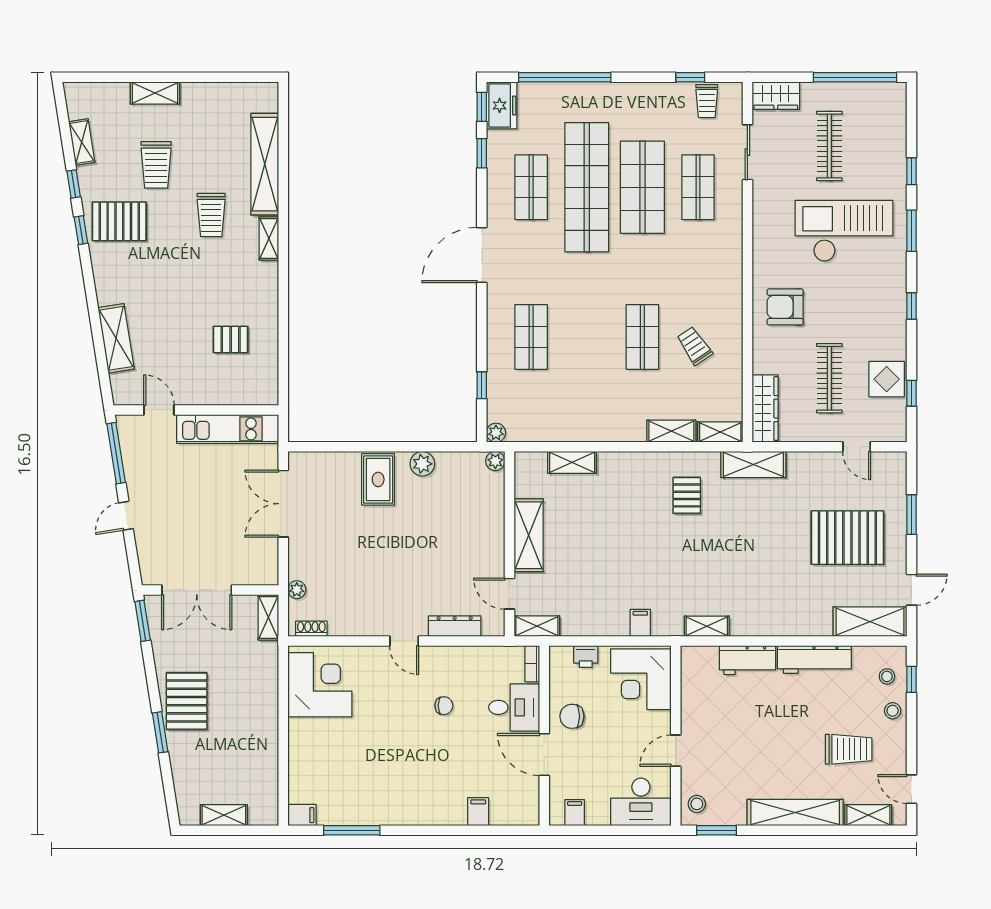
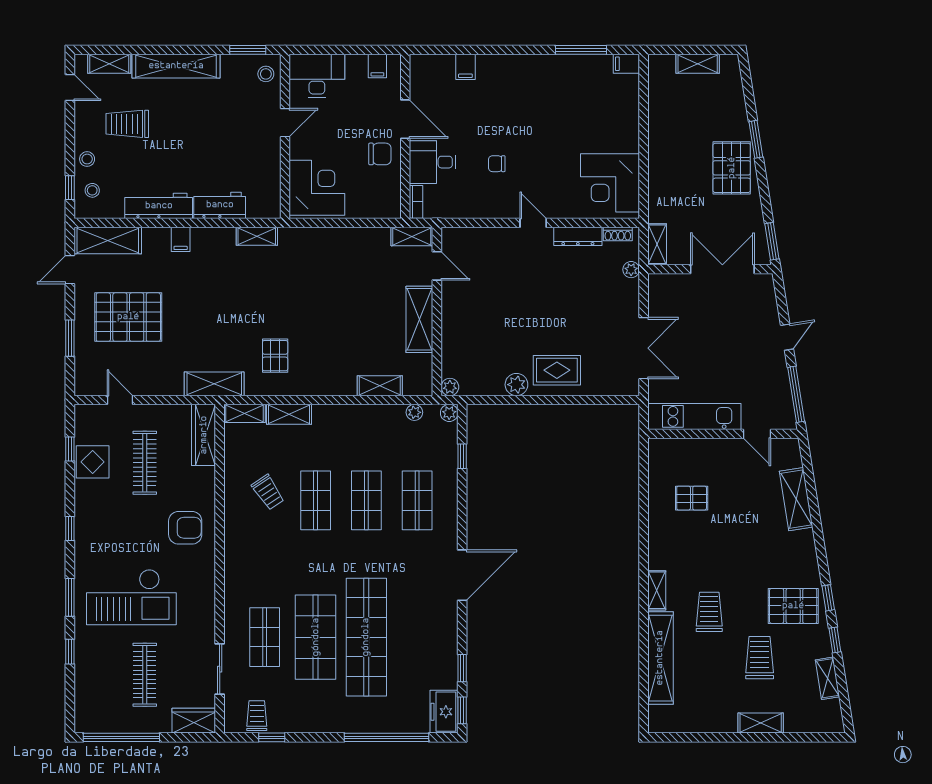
shop shelf: (531, 187) -> (366, 500), moved
plant: (534, 433) -> (414, 412), added
rug: (378, 479) -> (557, 370), turned 90
filing cabinet: (640, 623) -> (181, 239), moved
dresser: (455, 626) -> (578, 236), moved
printer: (586, 656) -> (367, 209), removed

